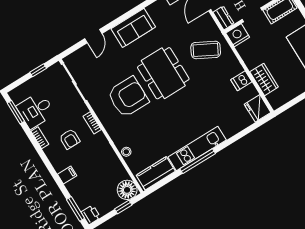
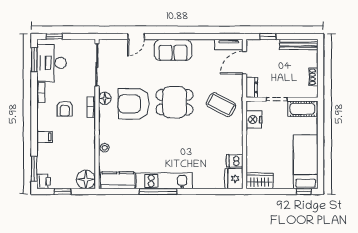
nightstand: (238, 35) -> (254, 119), moved, turned -90
window: (38, 70) -> (54, 37), moved
dining table: (163, 73) -> (175, 102), width x0.73
wardrobe: (264, 79) -> (260, 181), moved, turned -90
dishwasher: (241, 81) -> (235, 161), moved
armchair: (128, 97) -> (134, 104), turned 180
floor lamp: (99, 108) -> (105, 98), added
desk: (36, 110) -> (52, 63), width x1.37
window: (123, 207) -> (63, 192), moved

